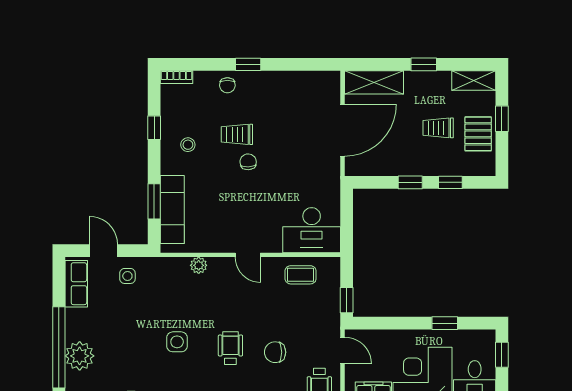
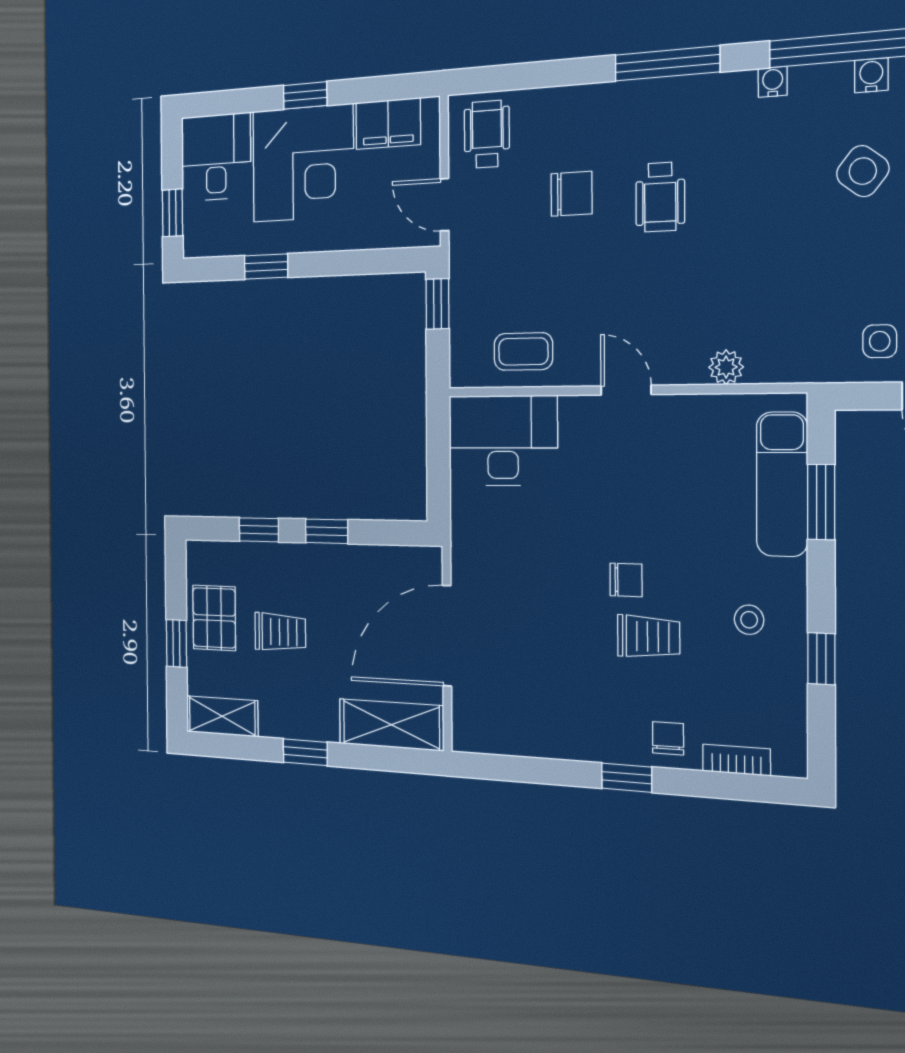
bookcase: (176, 77) -> (736, 760), moved
chair: (248, 162) -> (626, 580), turned -87
side table: (177, 342) -> (863, 171), moved, turned 38

